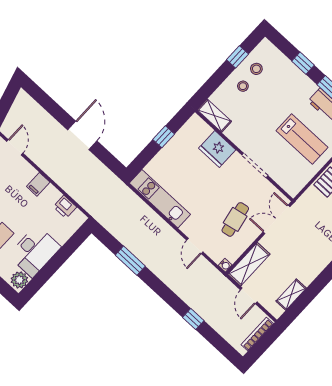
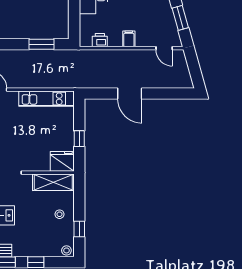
stool: (256, 69) -> (66, 250), moved
shelving: (214, 116) -> (53, 182), width x1.50, depth x1.33
fridge: (217, 149) -> (62, 161), moved
window: (130, 261) -> (42, 44), moved

